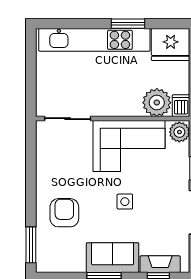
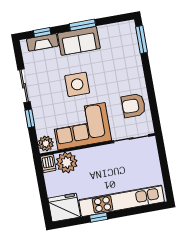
window: (128, 24) -> (99, 217), width x0.67
side table: (125, 202) -> (77, 84), width x1.87, depth x1.87
armchair: (64, 213) -> (133, 106), moved, turned 90

